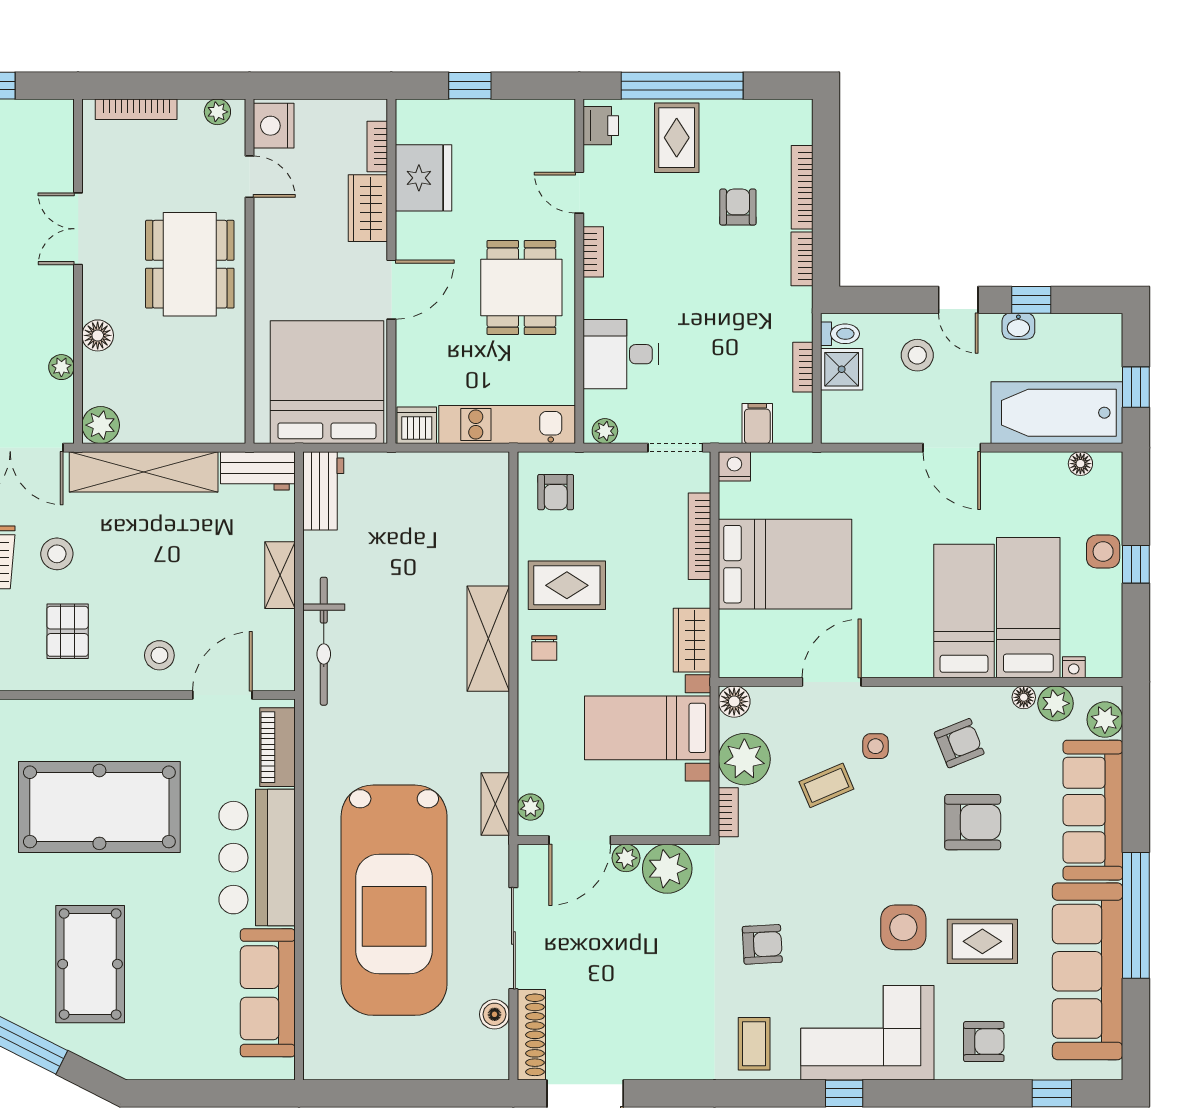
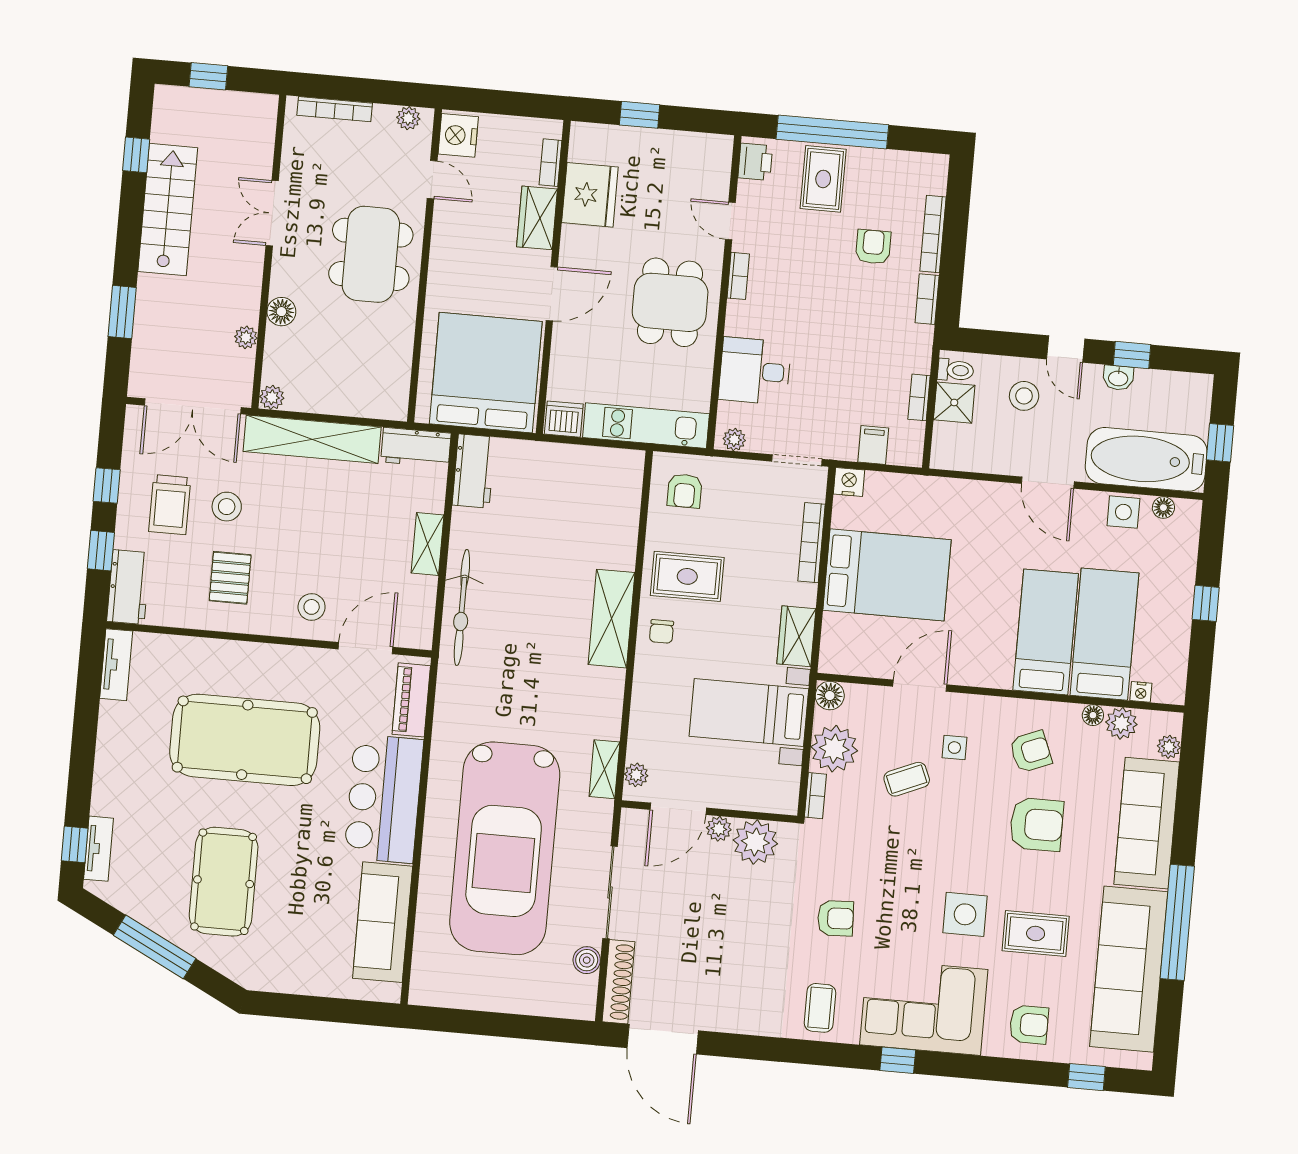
plant: (101, 425) -> (272, 397), width x0.73, depth x0.73
side table: (1103, 552) -> (1123, 512), moved
plant: (1105, 720) -> (1169, 747), width x0.73, depth x0.73

